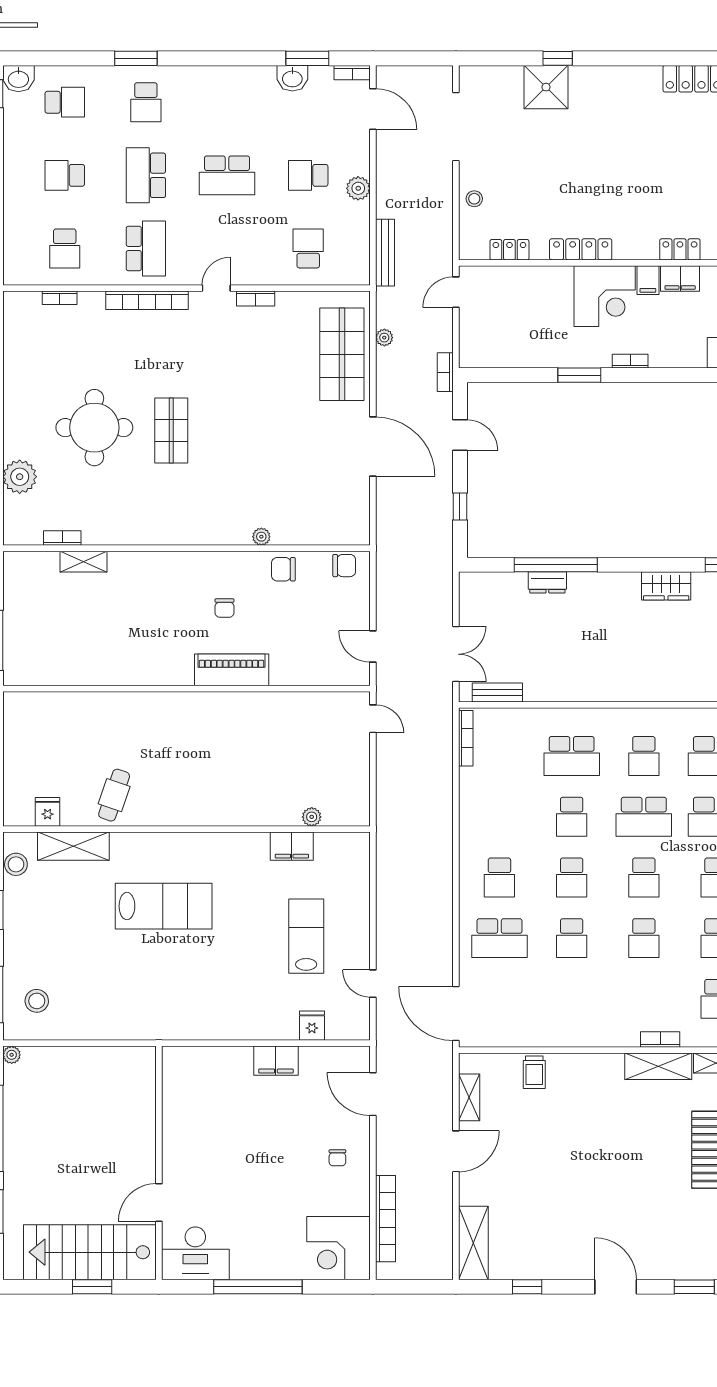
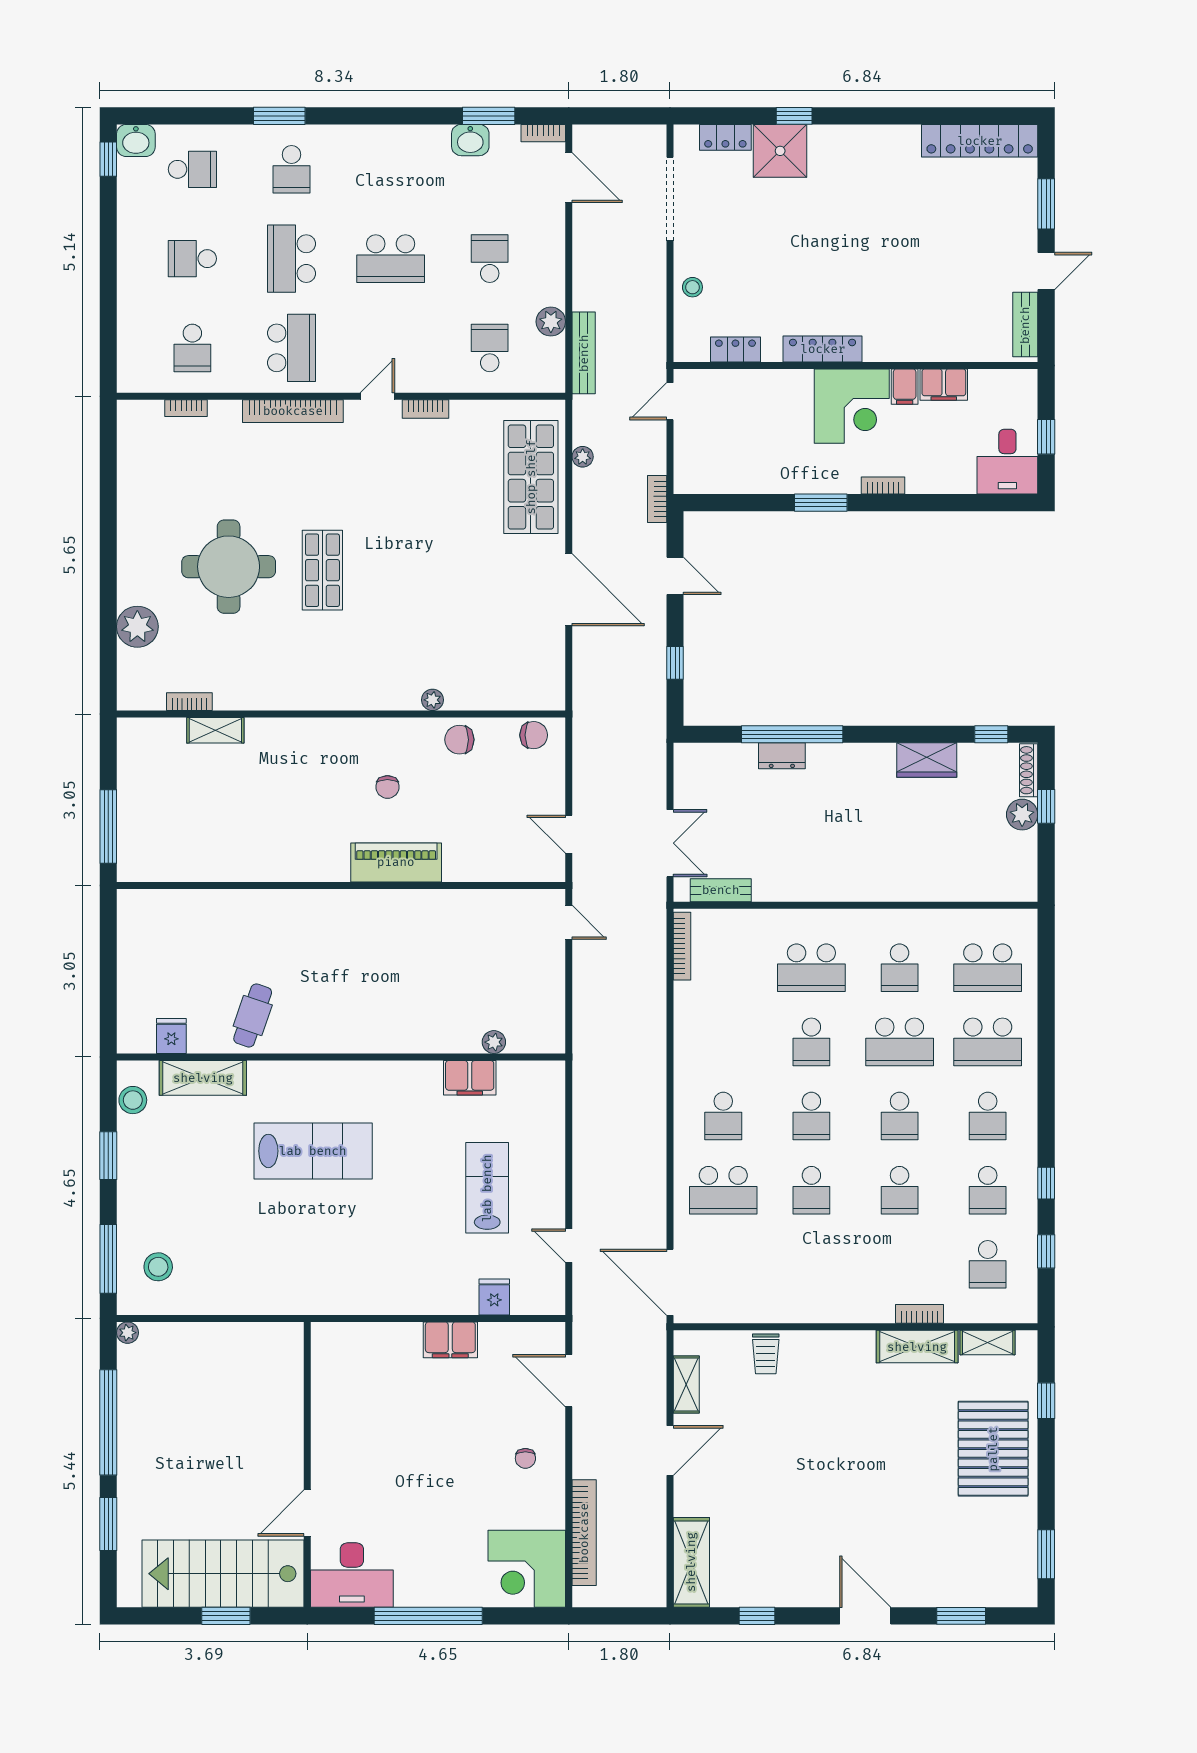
school desk: (308, 175) -> (490, 259), turned 90
plant: (358, 188) -> (551, 322), moved
locker: (680, 249) -> (725, 137), moved, turned 180

